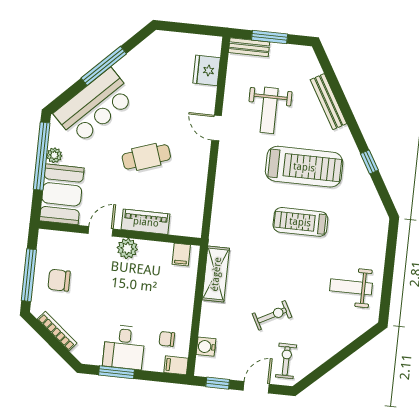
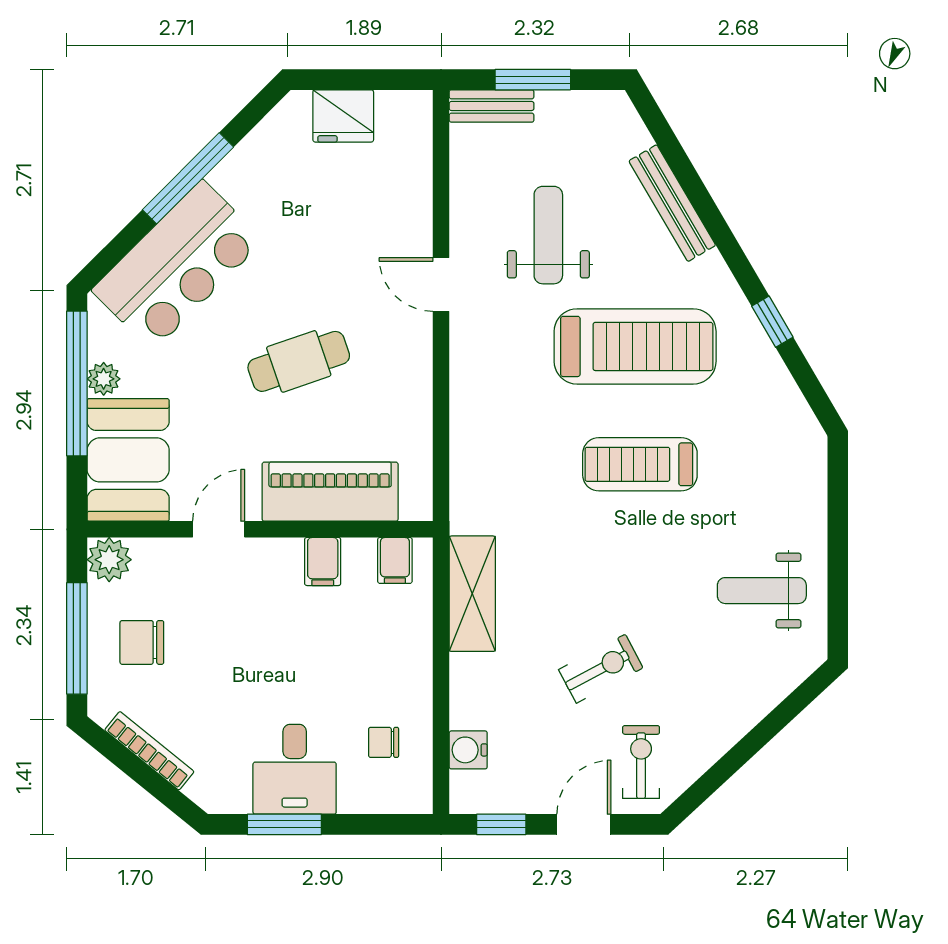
fridge: (207, 70) -> (343, 116), moved, turned -90
weight bench: (269, 110) -> (548, 235), turned 180
piano: (146, 222) -> (330, 492), width x1.37, depth x1.33
plant: (127, 248) -> (109, 560), moved
filing cabinet: (176, 365) -> (323, 561), moved, turned -90

